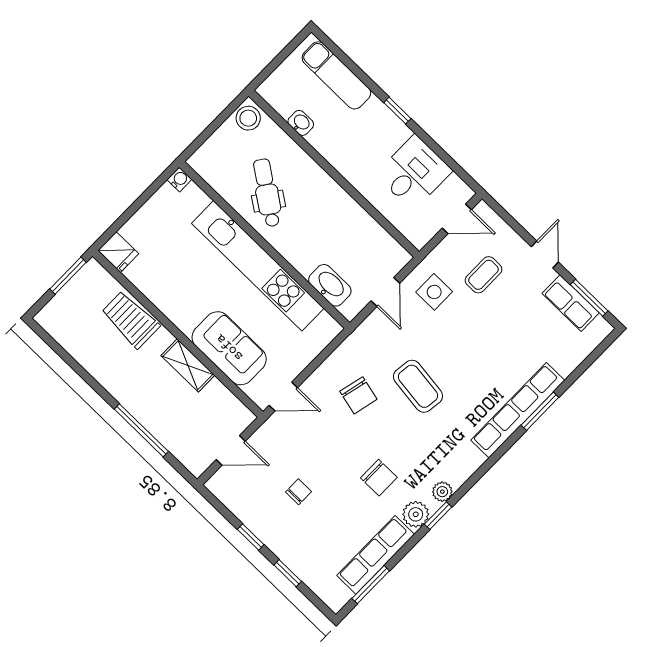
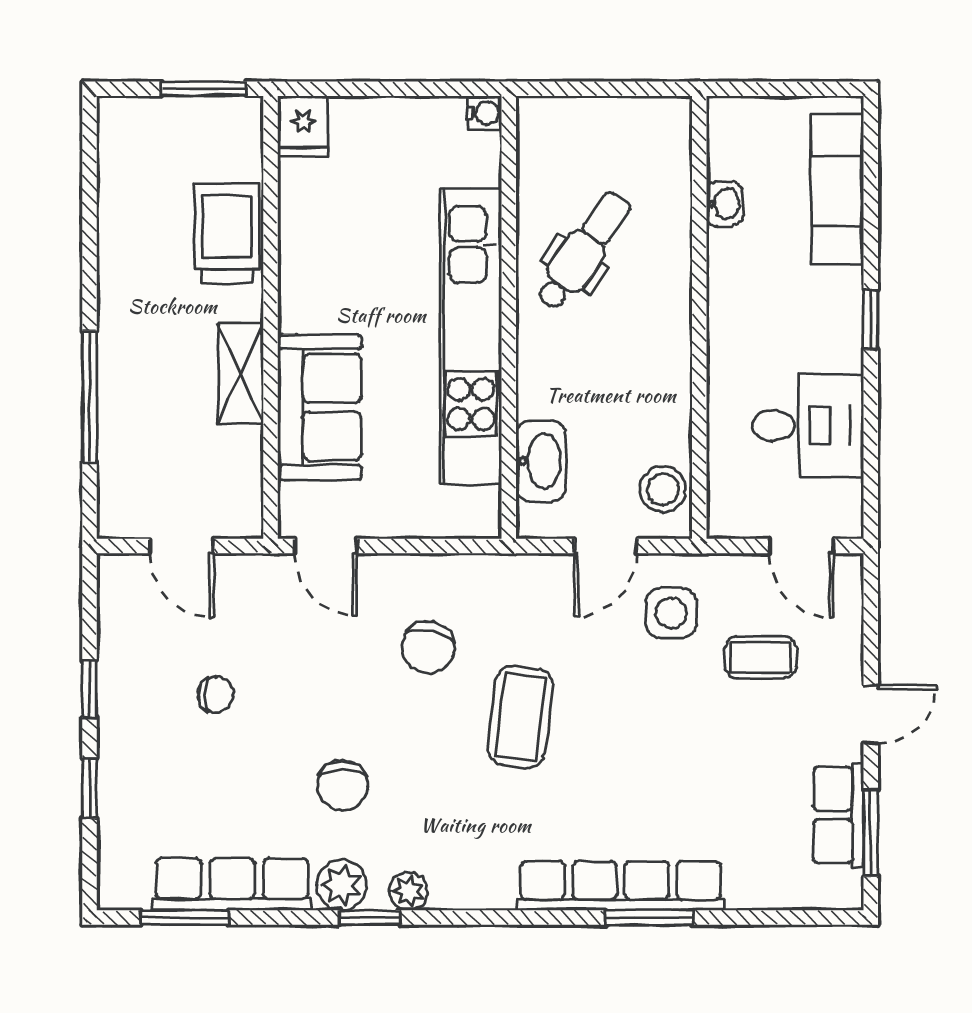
stool: (248, 118) -> (663, 489), moved

